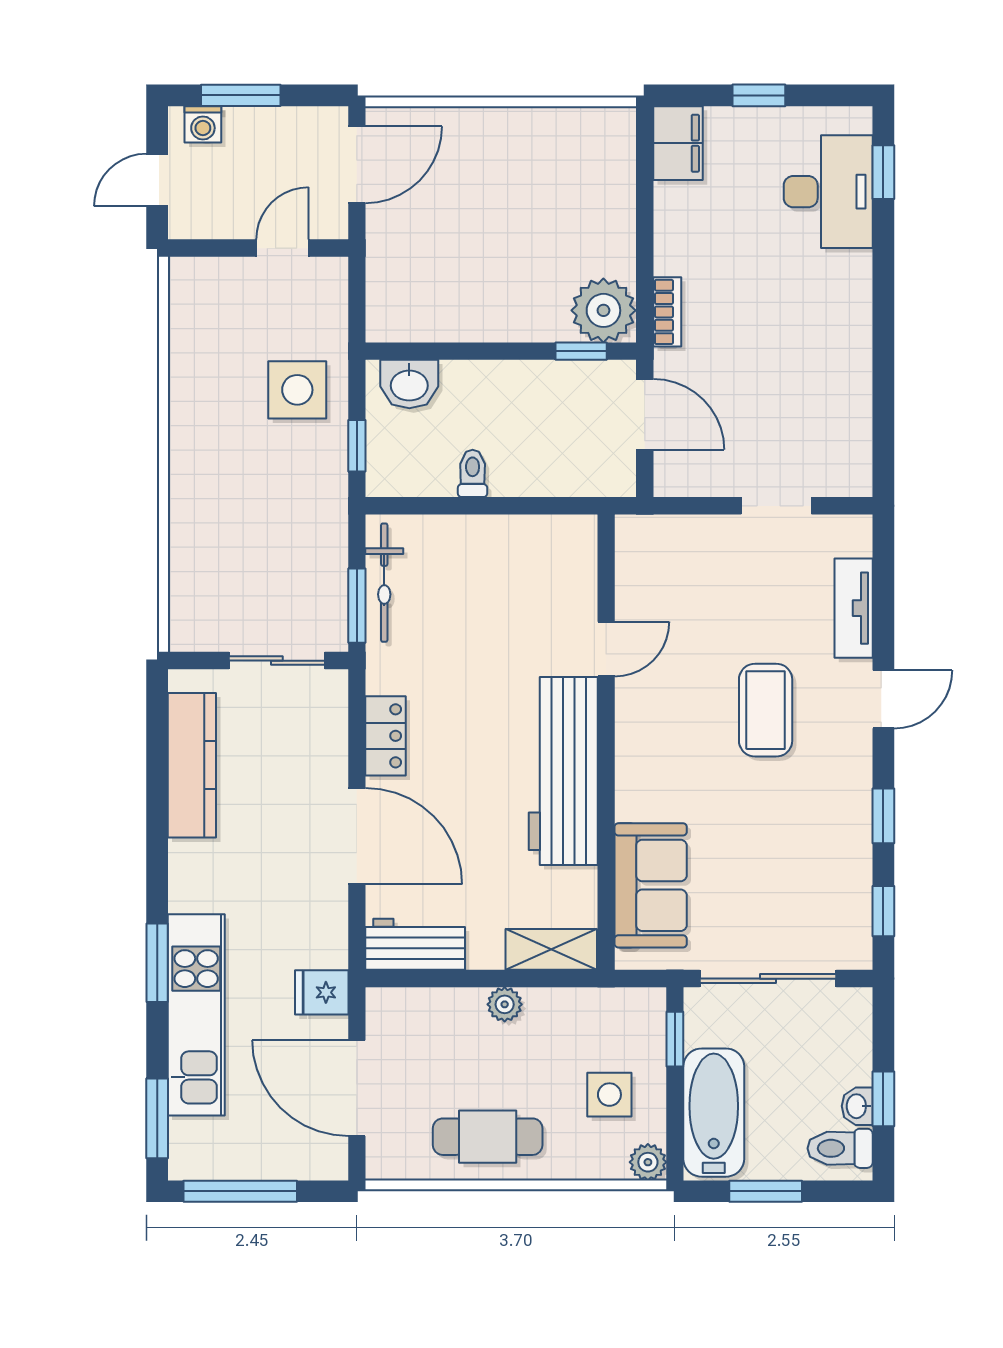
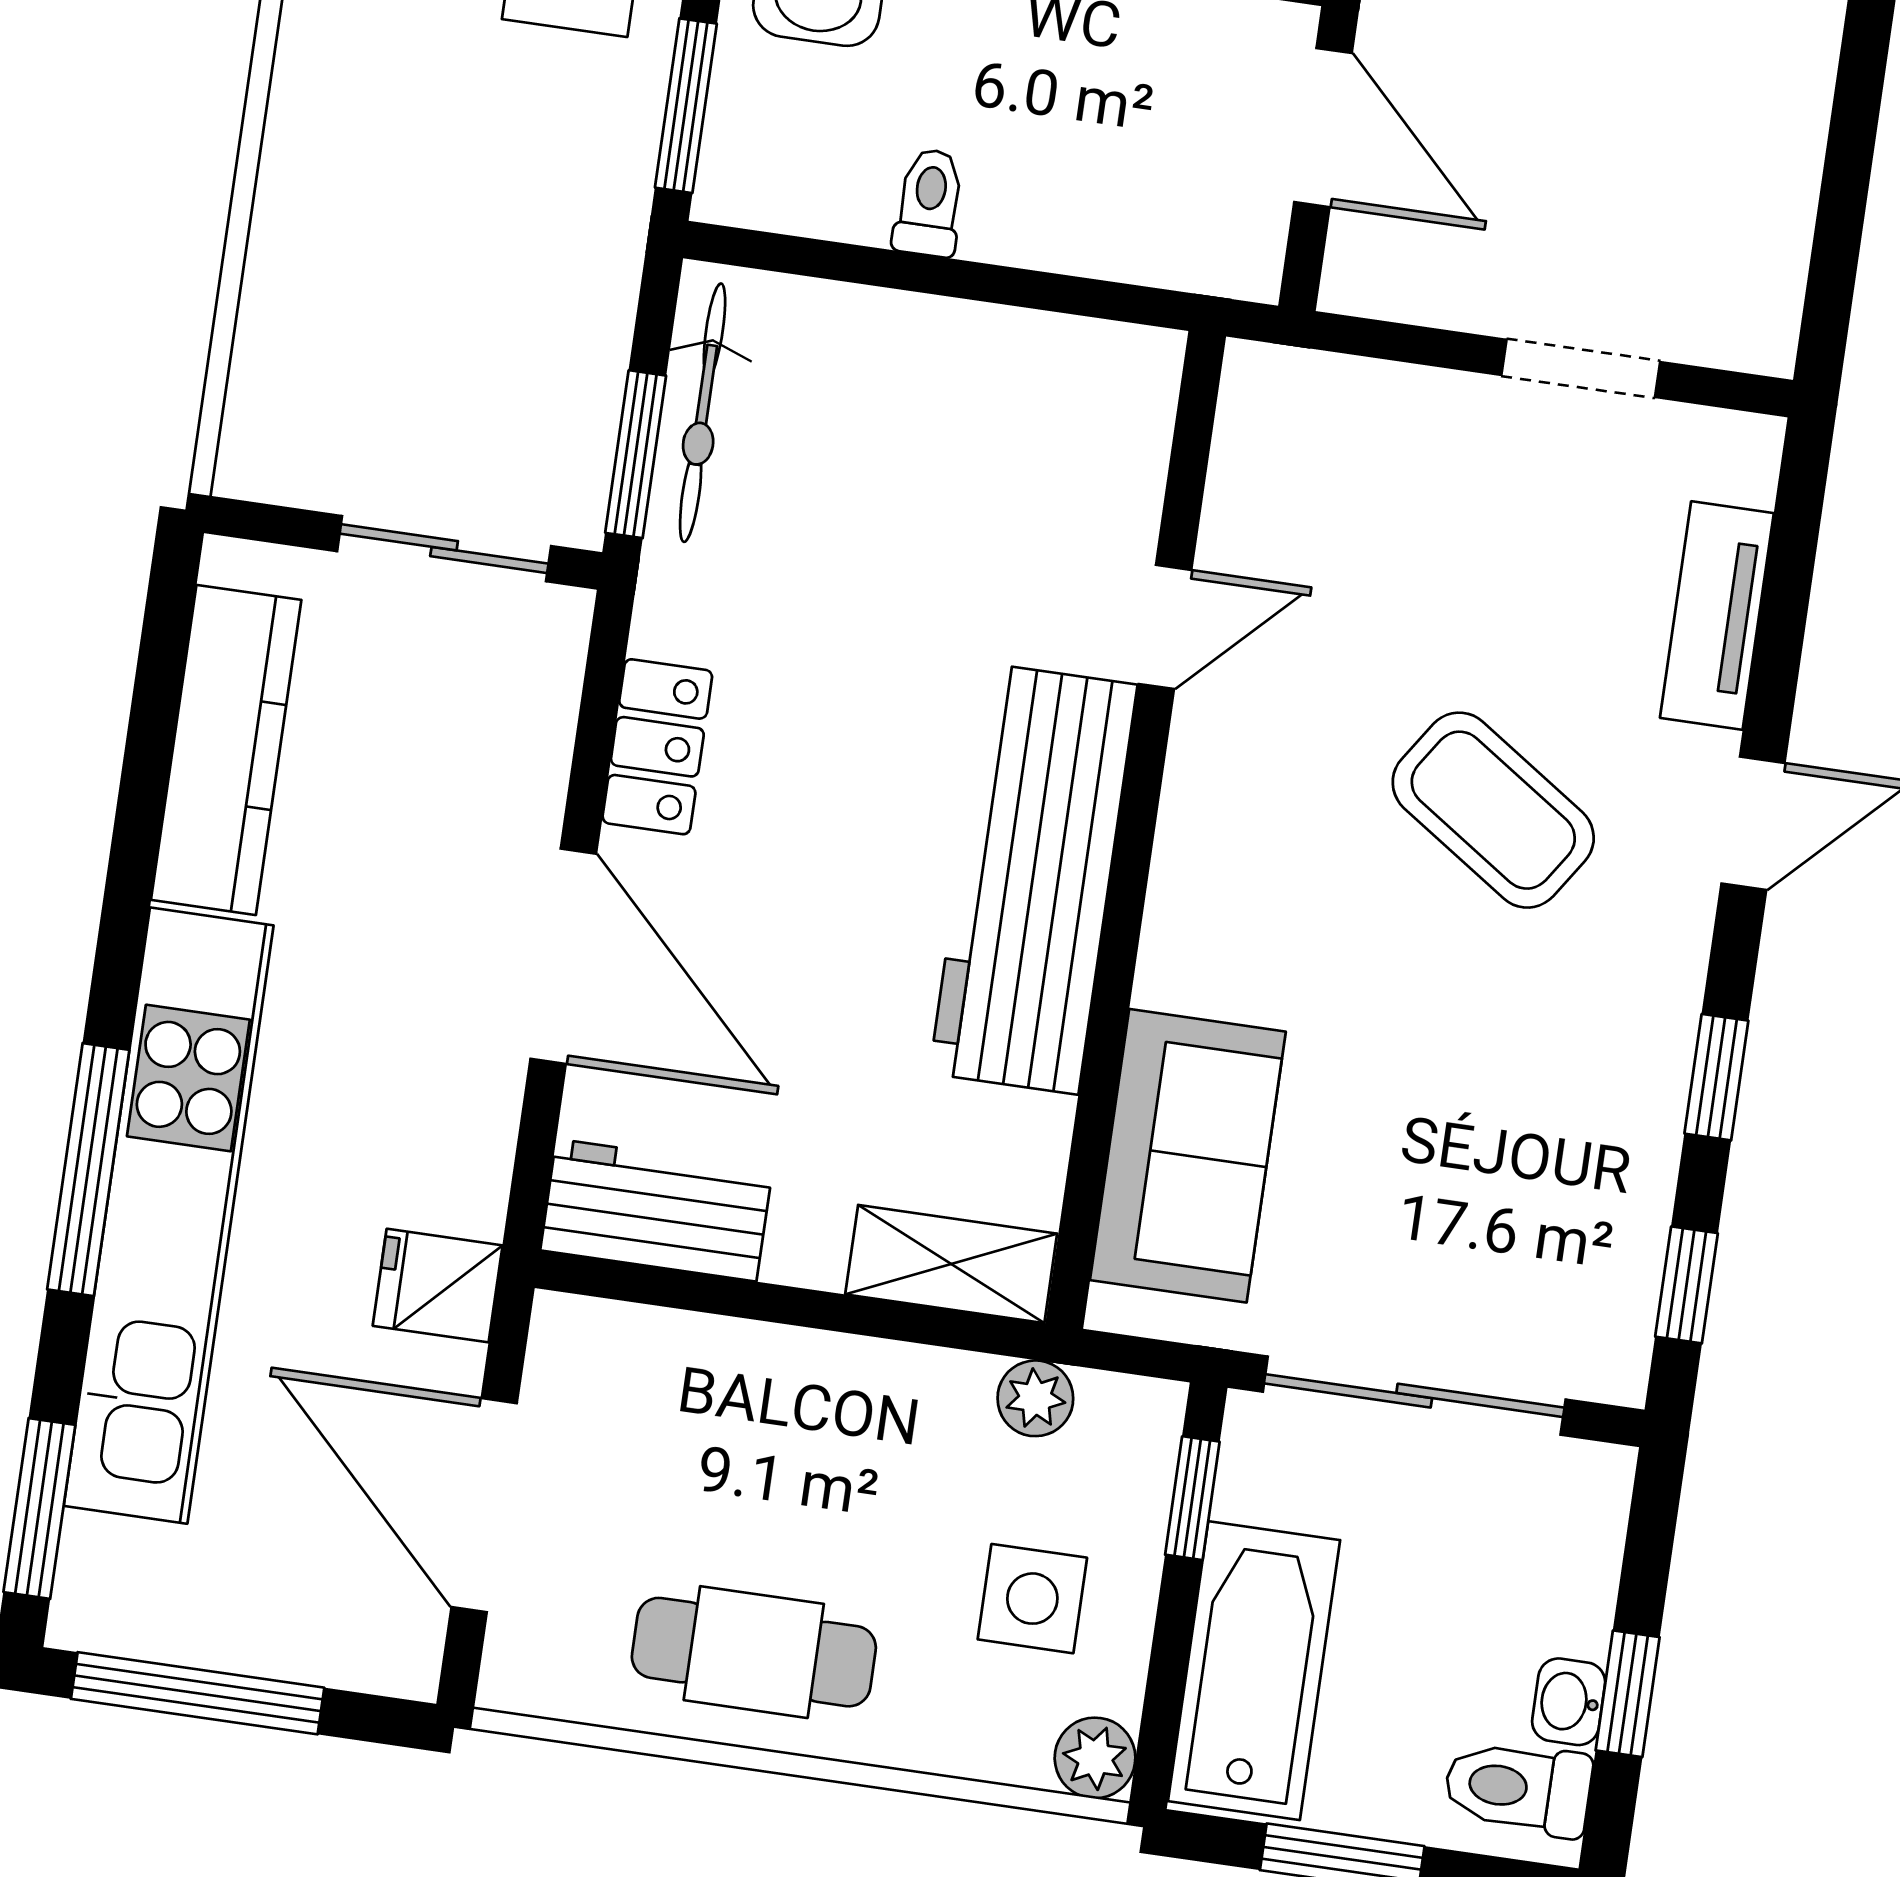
window: (357, 446) -> (686, 106), width x1.50
coffee table: (766, 710) -> (1493, 810), turned -56
window: (157, 963) -> (88, 1170), width x1.44
plant: (505, 1004) -> (1035, 1398), moved
kitchen unit: (196, 1015) -> (169, 1216), width x1.36

